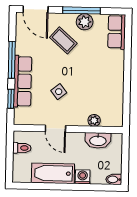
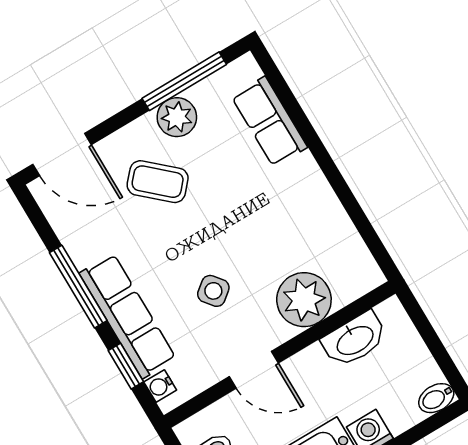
window: (81, 10) -> (184, 81), moved
row of seats: (117, 32) -> (269, 122), moved
water cooler: (19, 113) -> (160, 386), added
plant: (94, 120) -> (304, 300), width x1.88, depth x1.88

